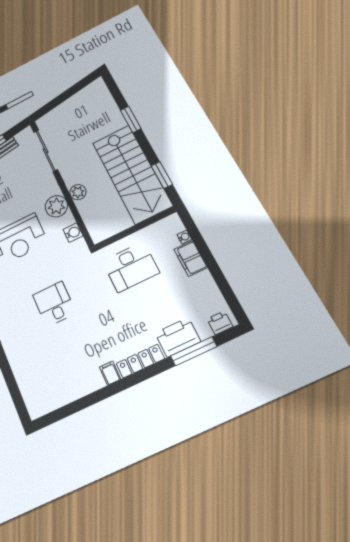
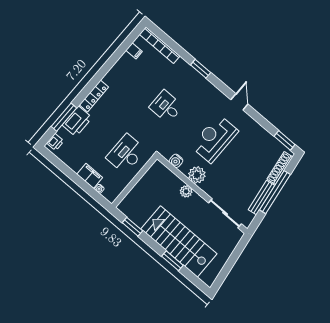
stairs: (132, 174) -> (179, 241), moved
desk: (54, 304) -> (166, 107), turned 180
filing cabinet: (110, 373) -> (134, 51), moved
bookcase: (26, 387) -> (160, 45), added

